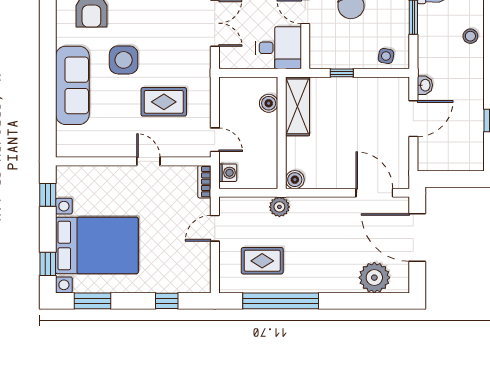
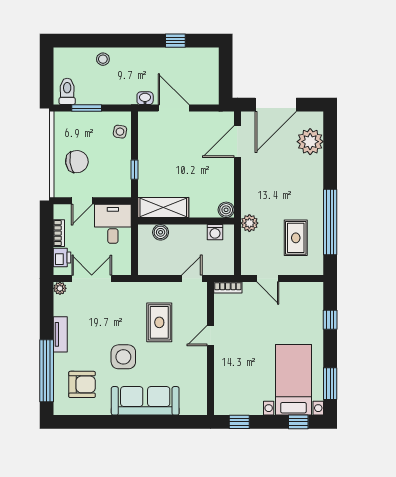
washing machine: (228, 173) -> (215, 232), moved, turned 180
bed with nightstands: (97, 245) -> (293, 380), width x0.73

